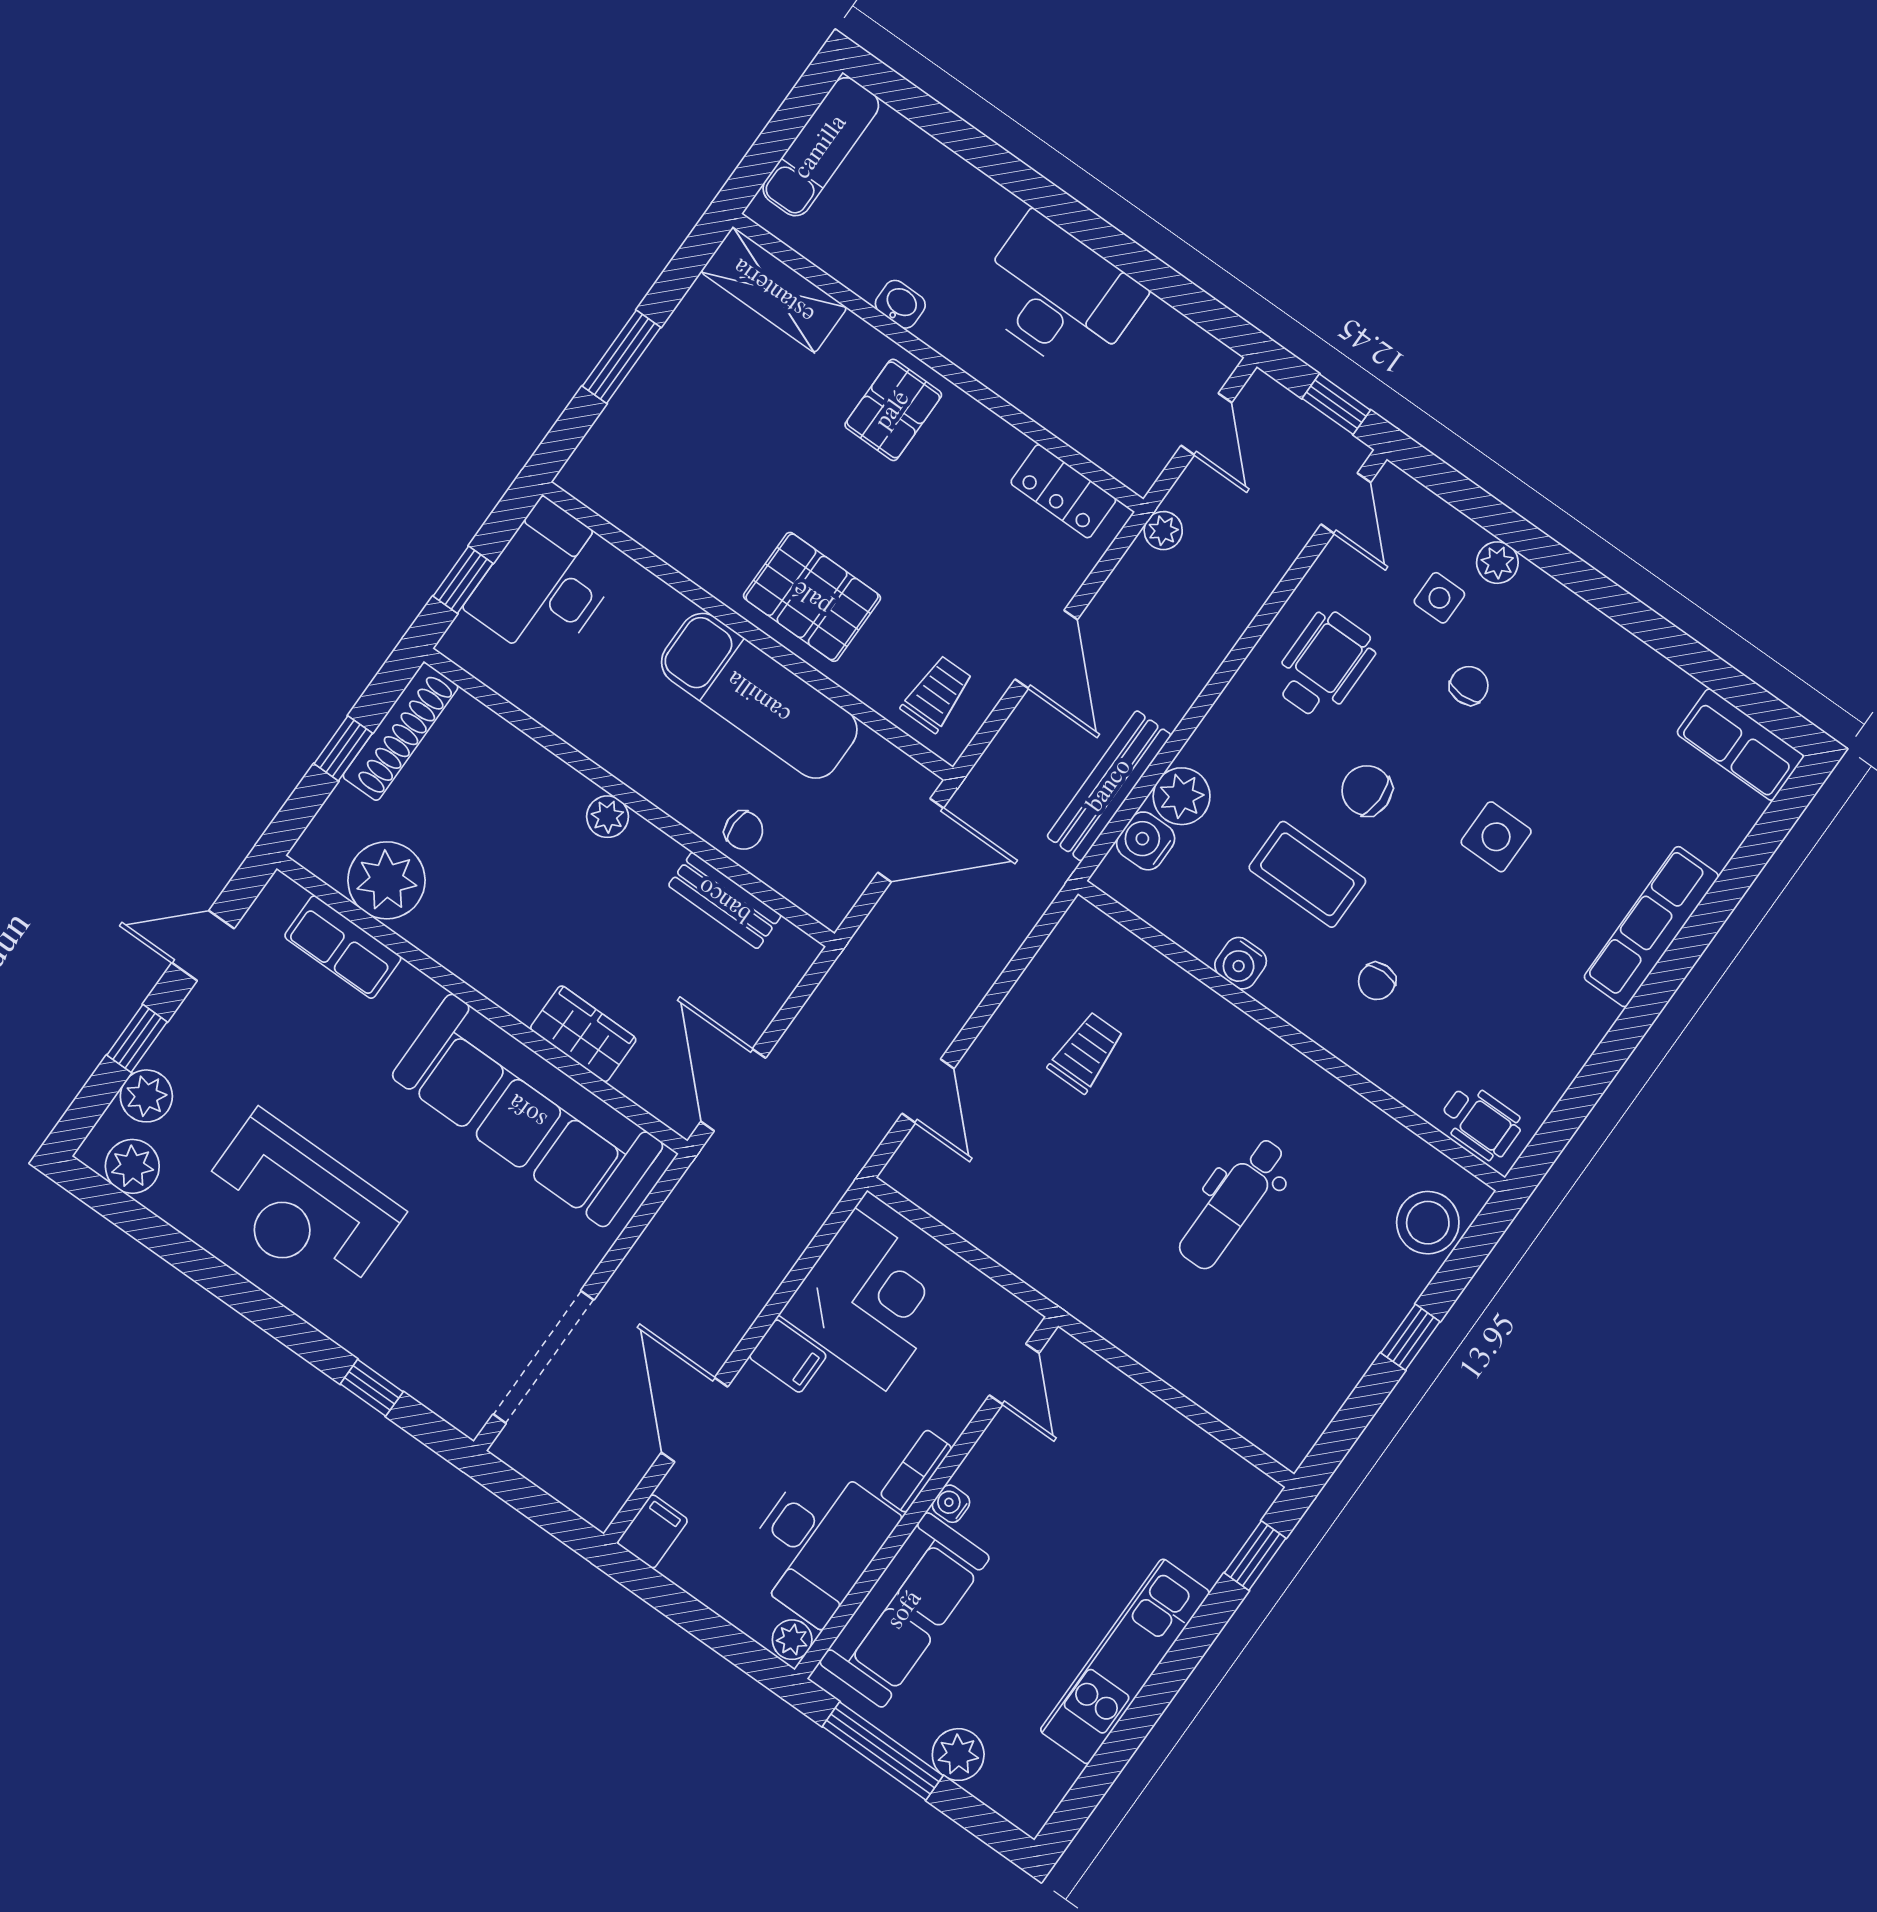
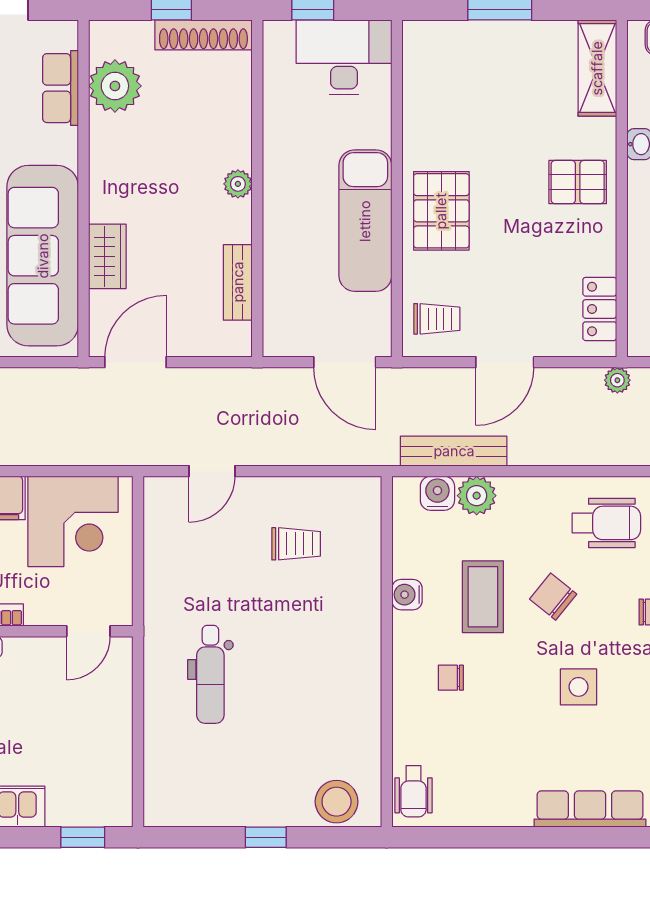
chair: (1367, 791) -> (553, 597), turned -51
chair: (744, 830) -> (284, 265), removed
dental chair: (1233, 1203) -> (210, 674), moved, turned -90

